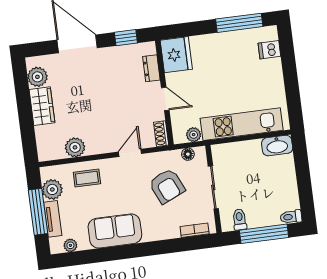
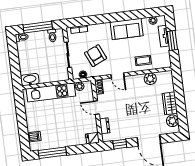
fridge: (176, 55) -> (92, 138), width x0.53, depth x0.75
door: (130, 153) -> (117, 75), hinge flipped
plant: (52, 189) -> (164, 54), removed
window: (38, 212) -> (172, 40), width x0.69

